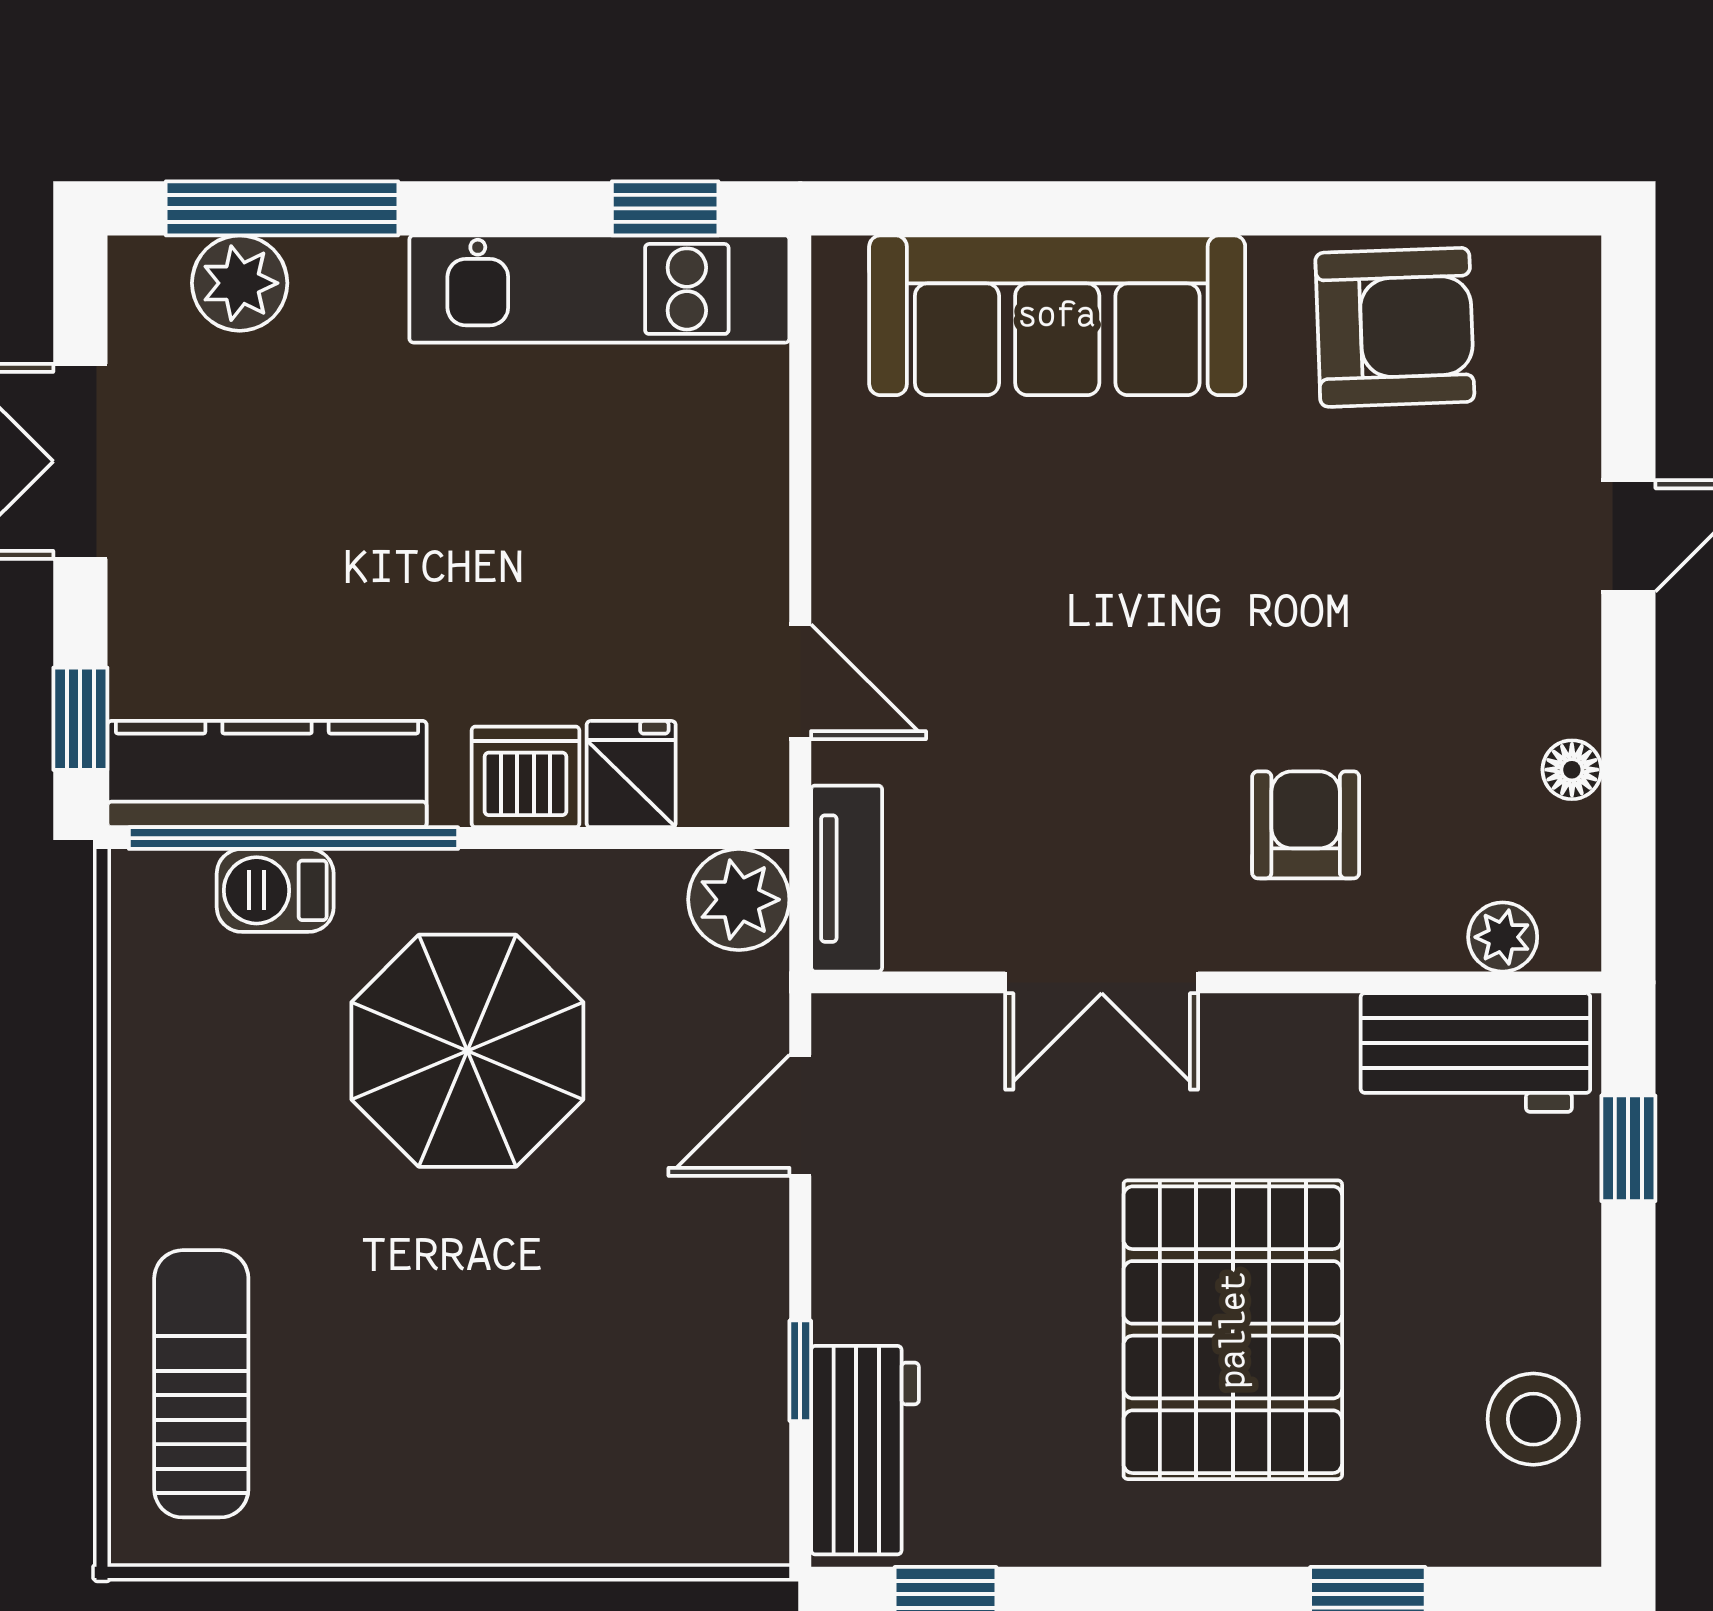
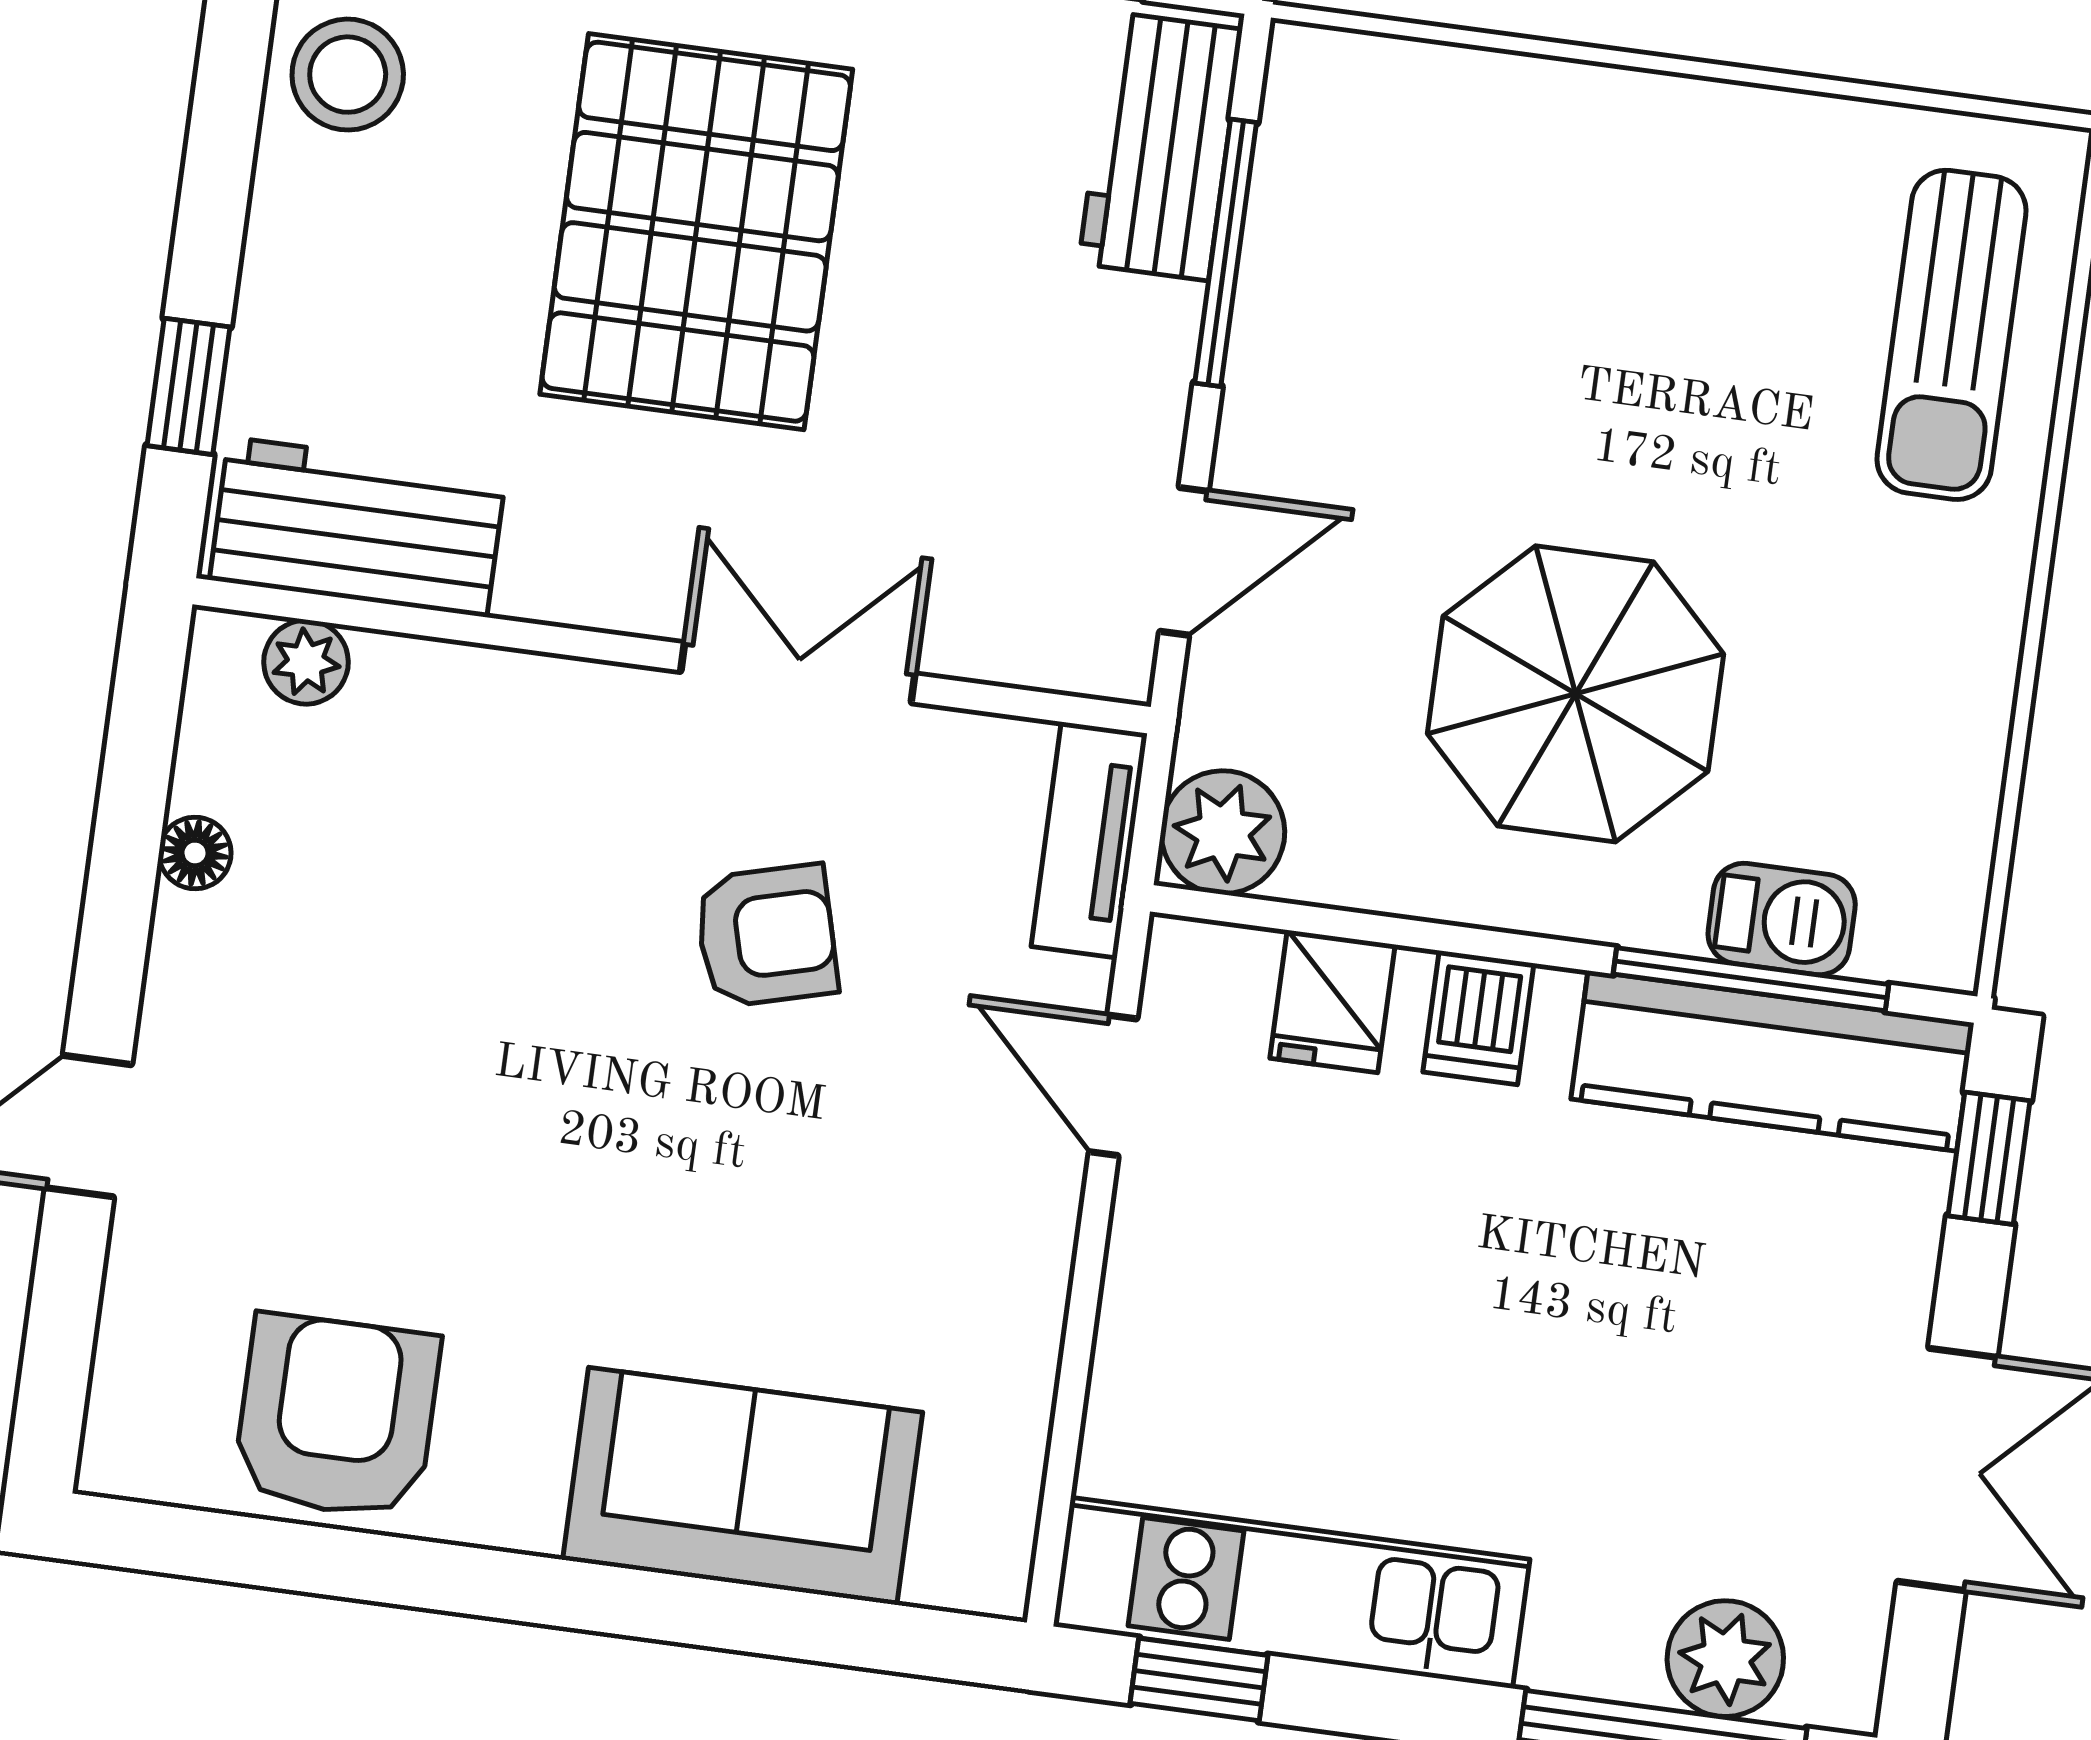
sofa: (1057, 315) -> (743, 1486), width x0.73
armchair: (1395, 327) -> (337, 1416), turned 92
dishwasher: (526, 777) -> (1478, 1018), width x0.73
armchair: (1306, 825) -> (766, 936), moved, turned -105
window: (293, 838) -> (1751, 979), width x0.68
window: (800, 1371) -> (1226, 253), width x2.17

